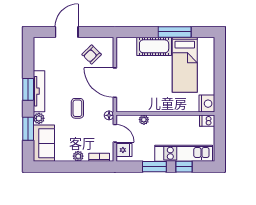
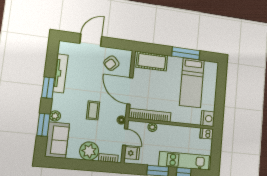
cot: (154, 46) -> (152, 61), moved
tv unit: (39, 91) -> (60, 73), moved
bookcase: (140, 107) -> (150, 115), added
plant: (78, 156) -> (89, 151), width x1.87, depth x1.87

